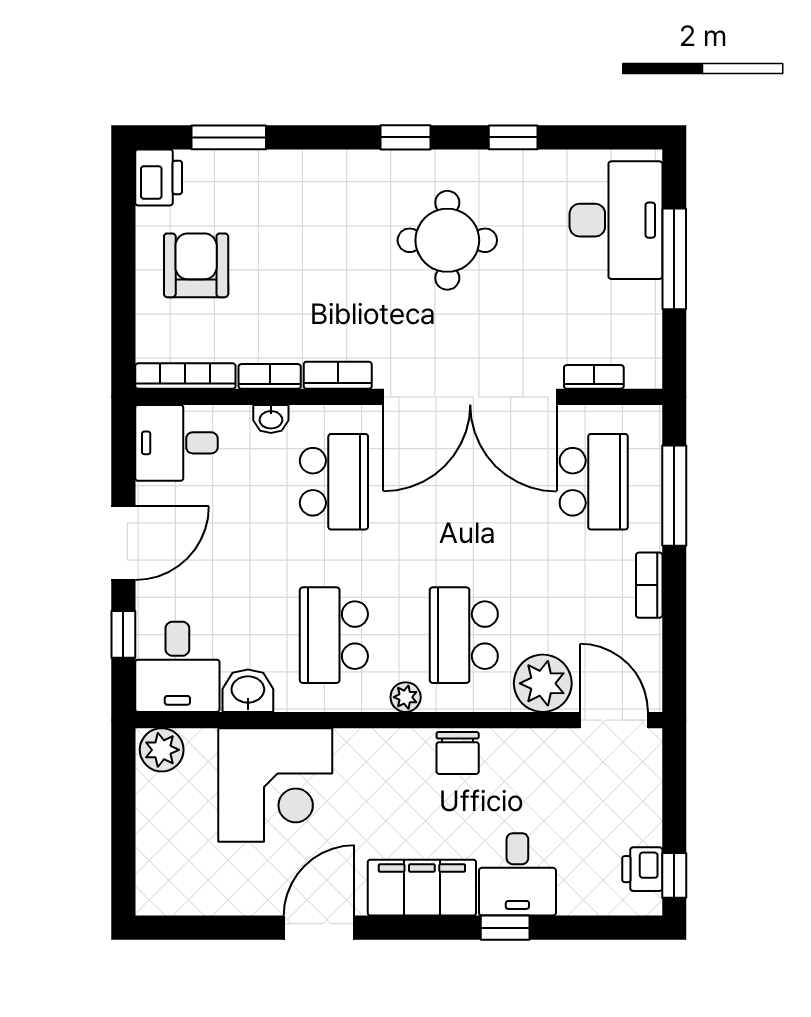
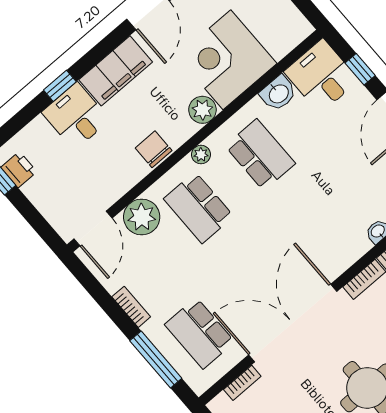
school desk: (334, 482) -> (323, 227), removed
school desk: (464, 635) -> (199, 208), turned 180
door: (614, 720) -> (93, 229), hinge flipped
plant: (162, 750) -> (202, 110), moved

